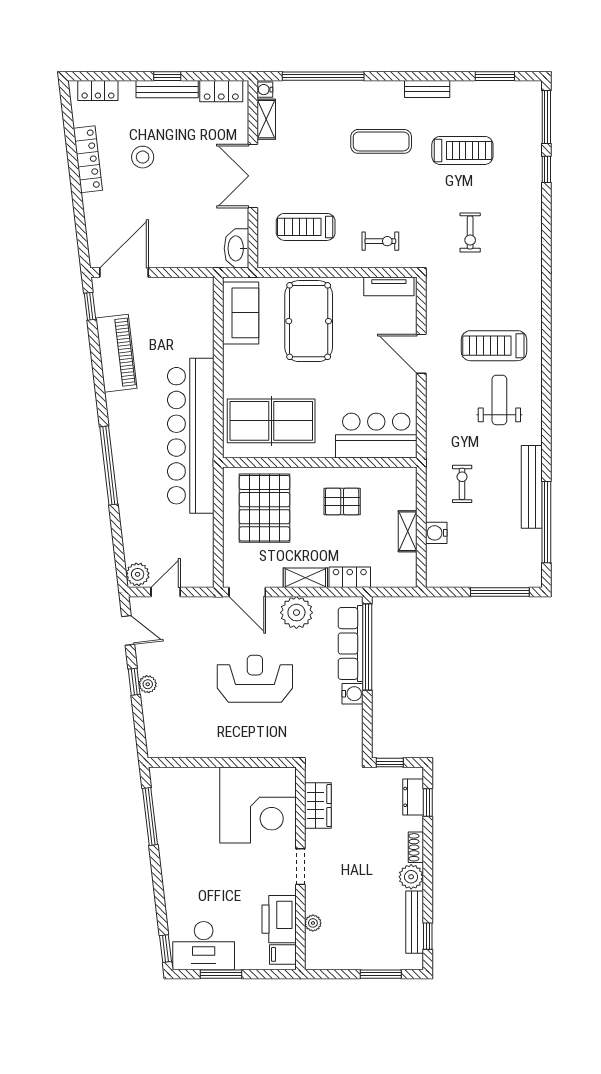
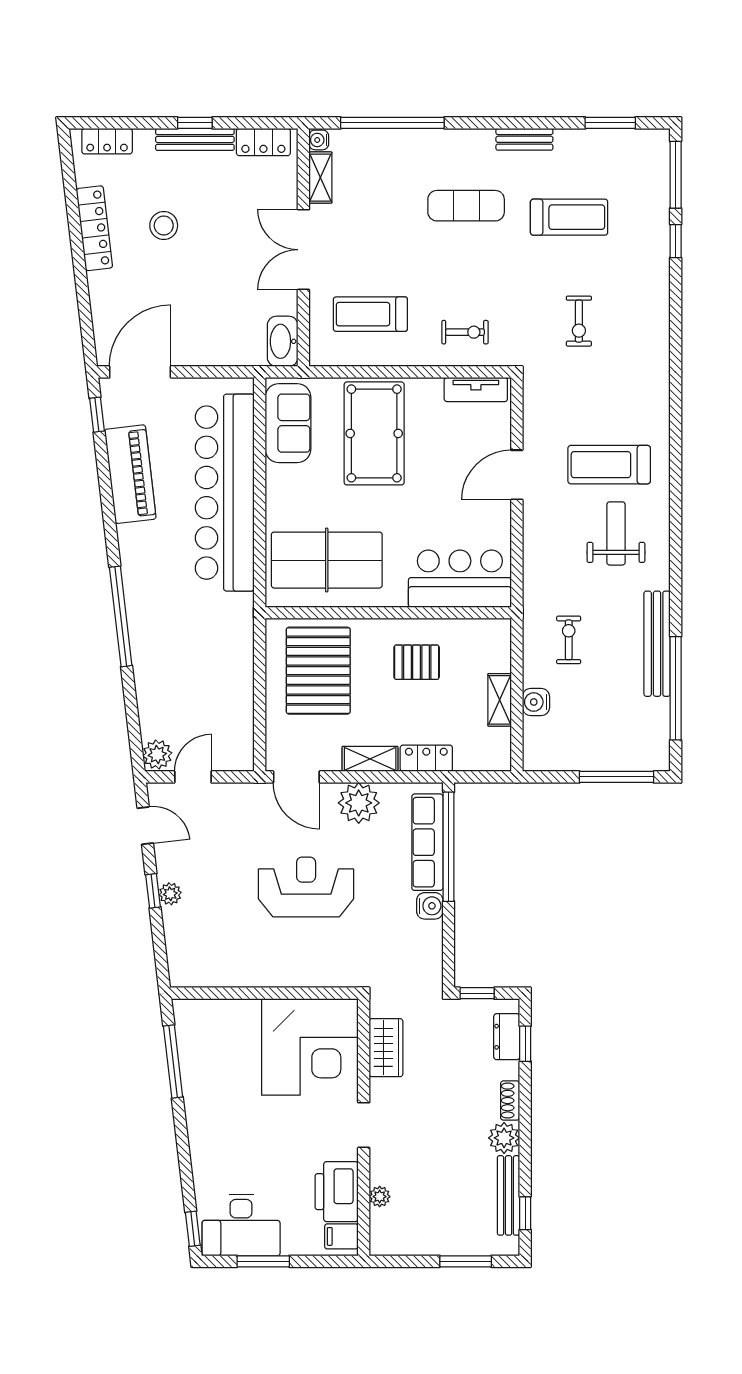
door: (421, 354) -> (517, 475), hinge flipped
bar counter: (191, 436) -> (225, 493), moved

